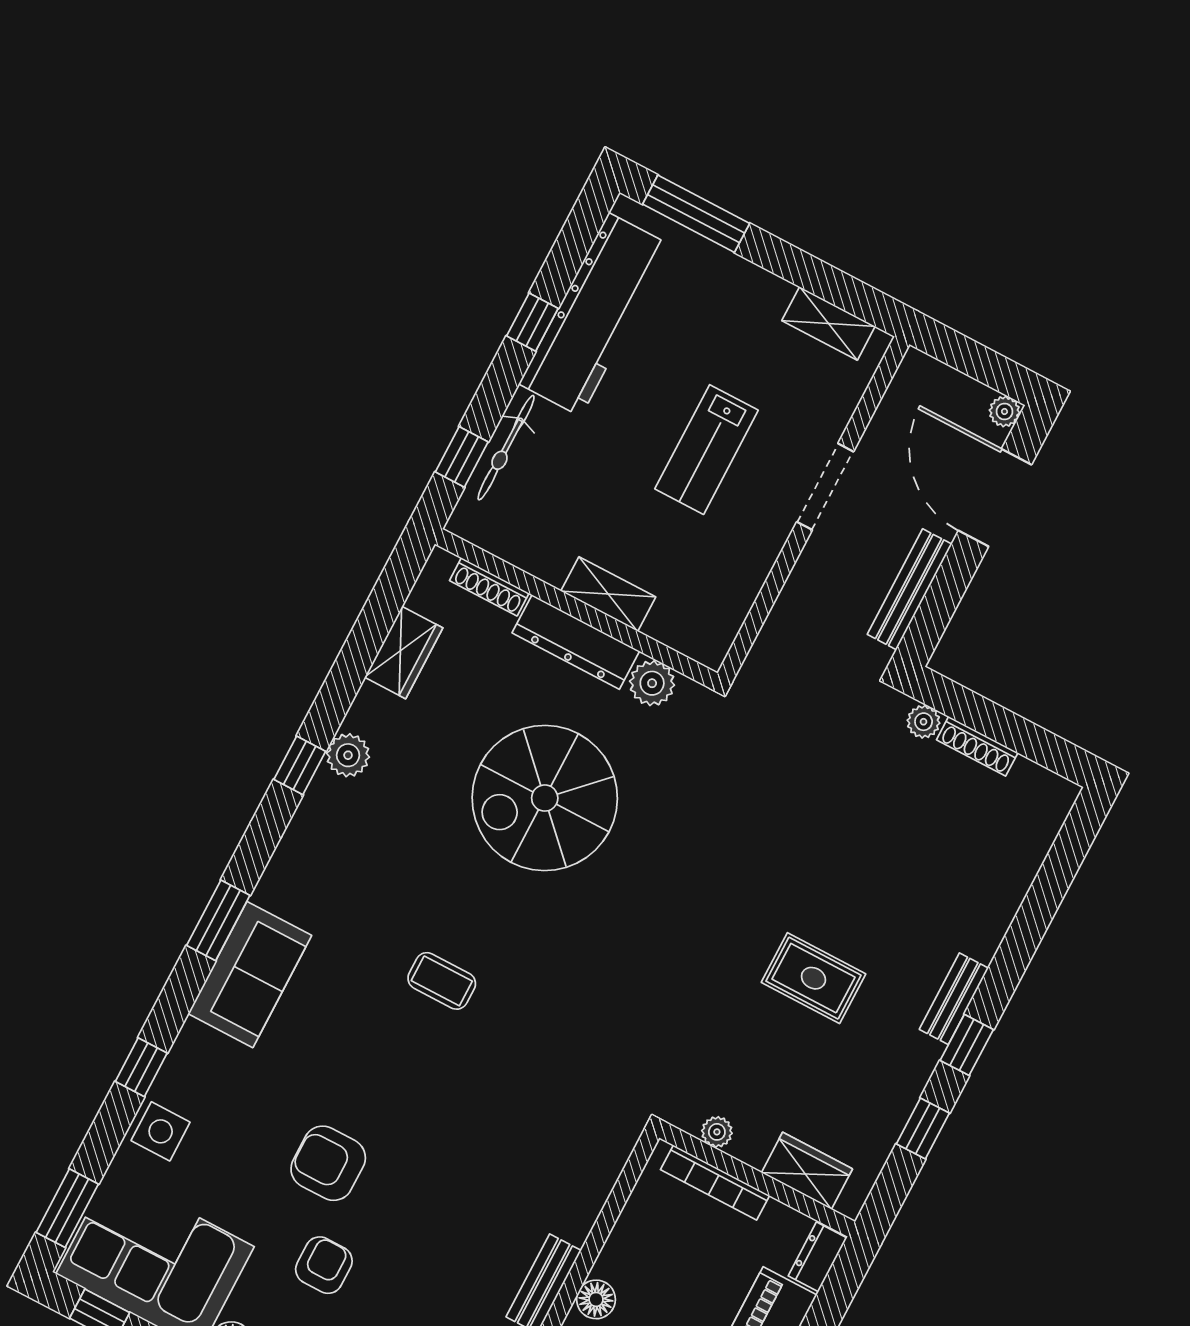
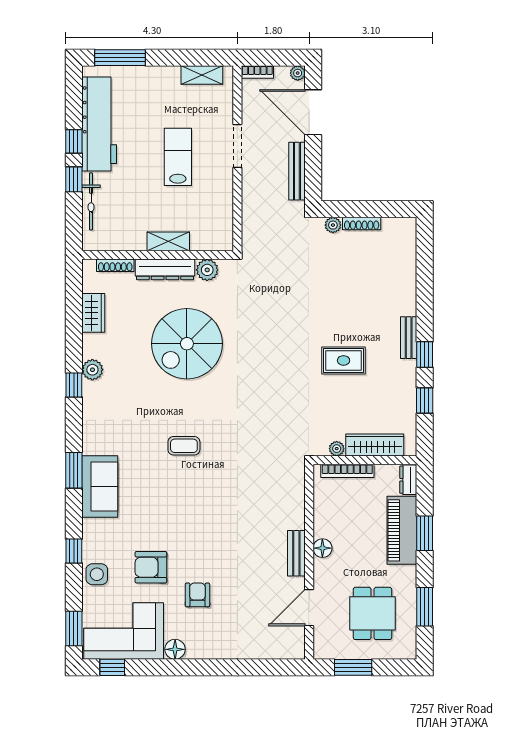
bookcase: (932, 371) -> (257, 72), added
lab bench: (707, 450) -> (178, 157), turned 180
window: (462, 457) -> (74, 179), moved
armchair: (328, 1163) -> (151, 567), moved
wardrobe: (807, 1171) -> (375, 445), width x1.50

